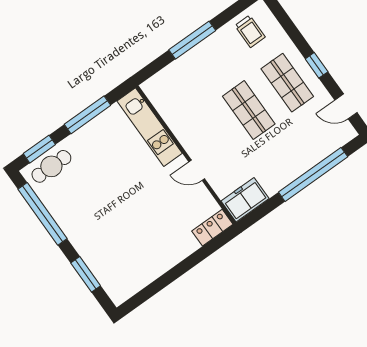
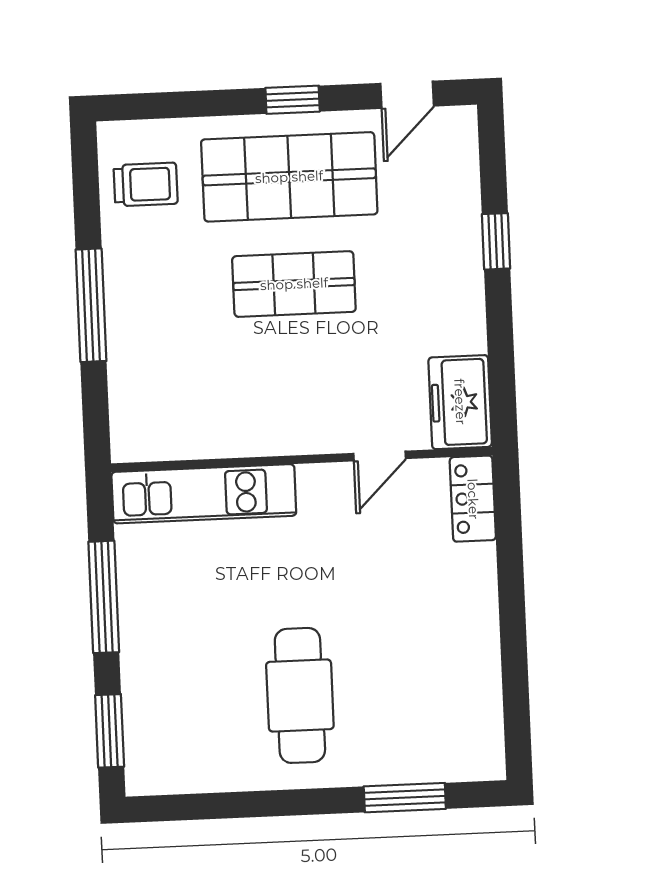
shop shelf: (287, 83) -> (289, 177), width x1.43, depth x1.36
cafe table: (51, 166) -> (300, 695), moved, width x1.37, depth x1.35
door: (197, 170) -> (380, 456), moved
window: (313, 174) -> (496, 241), width x0.32
window: (43, 214) -> (237, 805), removed

